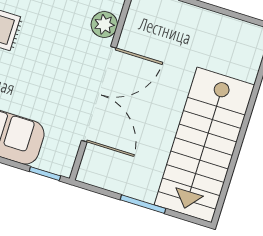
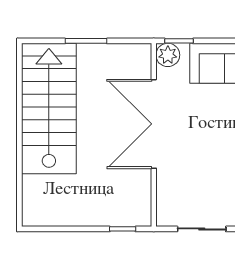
plant: (104, 25) -> (168, 55), moved

